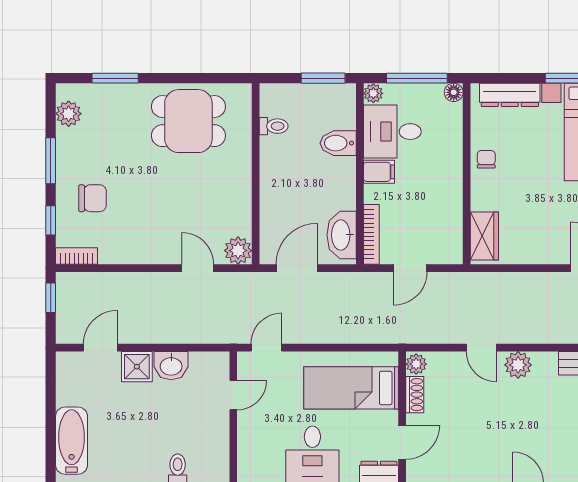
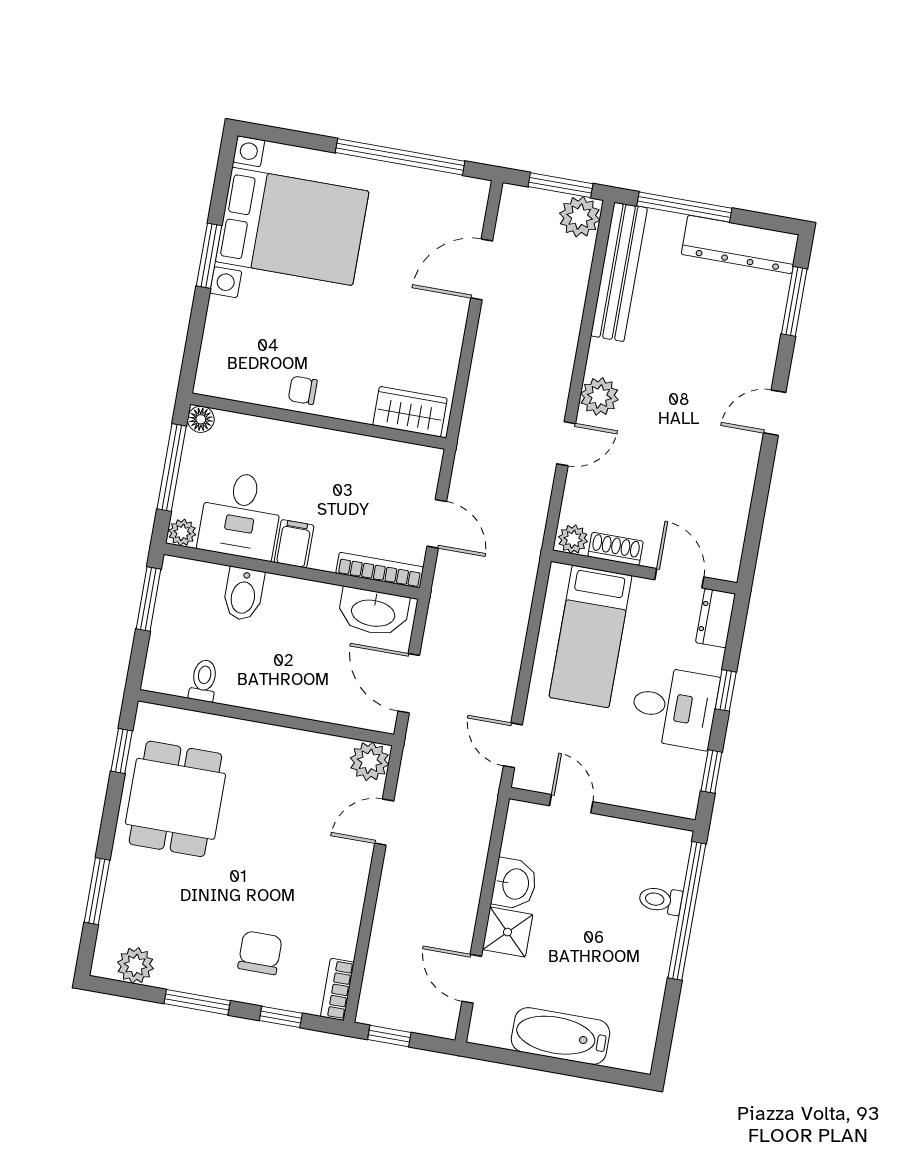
window: (215, 78) -> (122, 751), added
dresser: (510, 95) -> (218, 341), removed
bathtub: (72, 441) -> (560, 1036), moved

